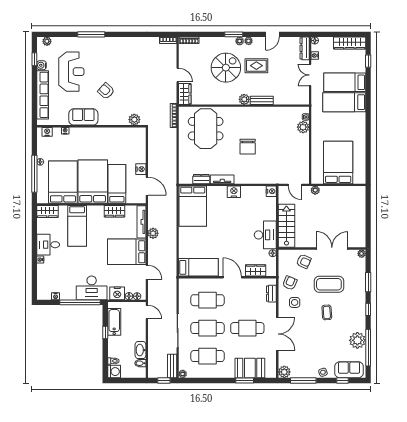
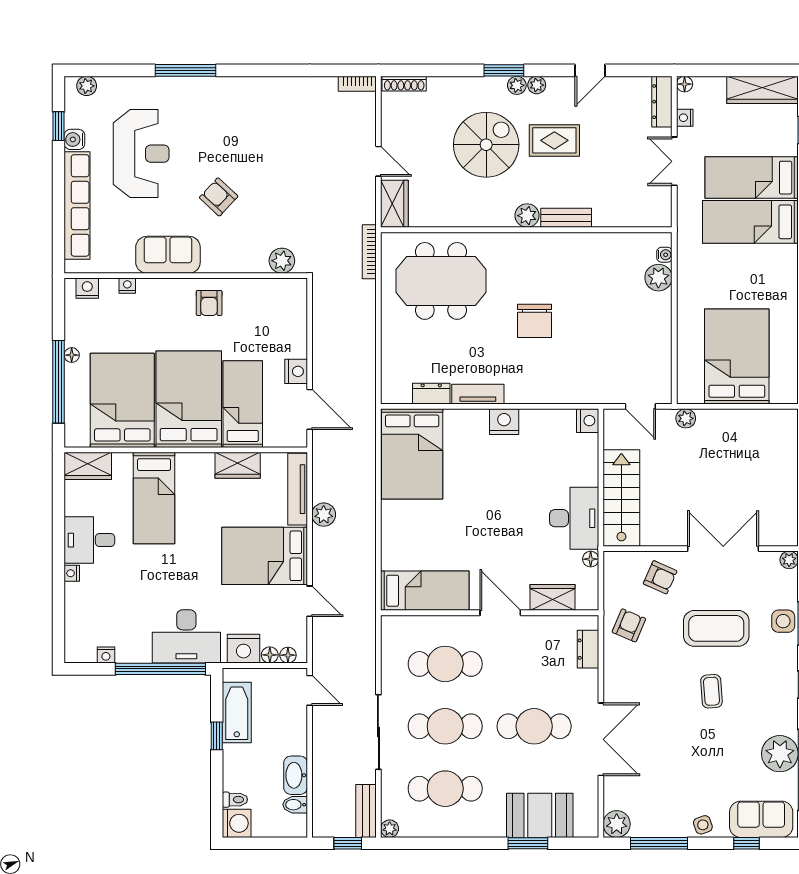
meeting table: (206, 129) -> (441, 281), turned 90
armchair: (102, 138) -> (209, 303), added
side table: (295, 302) -> (783, 621), moved

